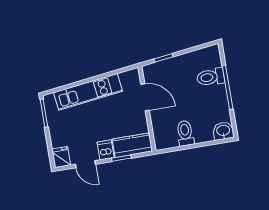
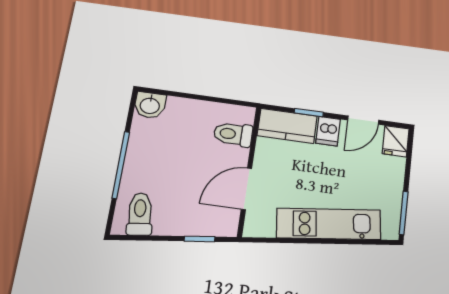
toilet: (211, 77) -> (140, 214), moved, turned -97
door: (145, 97) -> (246, 189), hinge flipped
toilet: (185, 133) -> (233, 134), moved, turned 90
door: (85, 164) -> (363, 120), swing flipped

